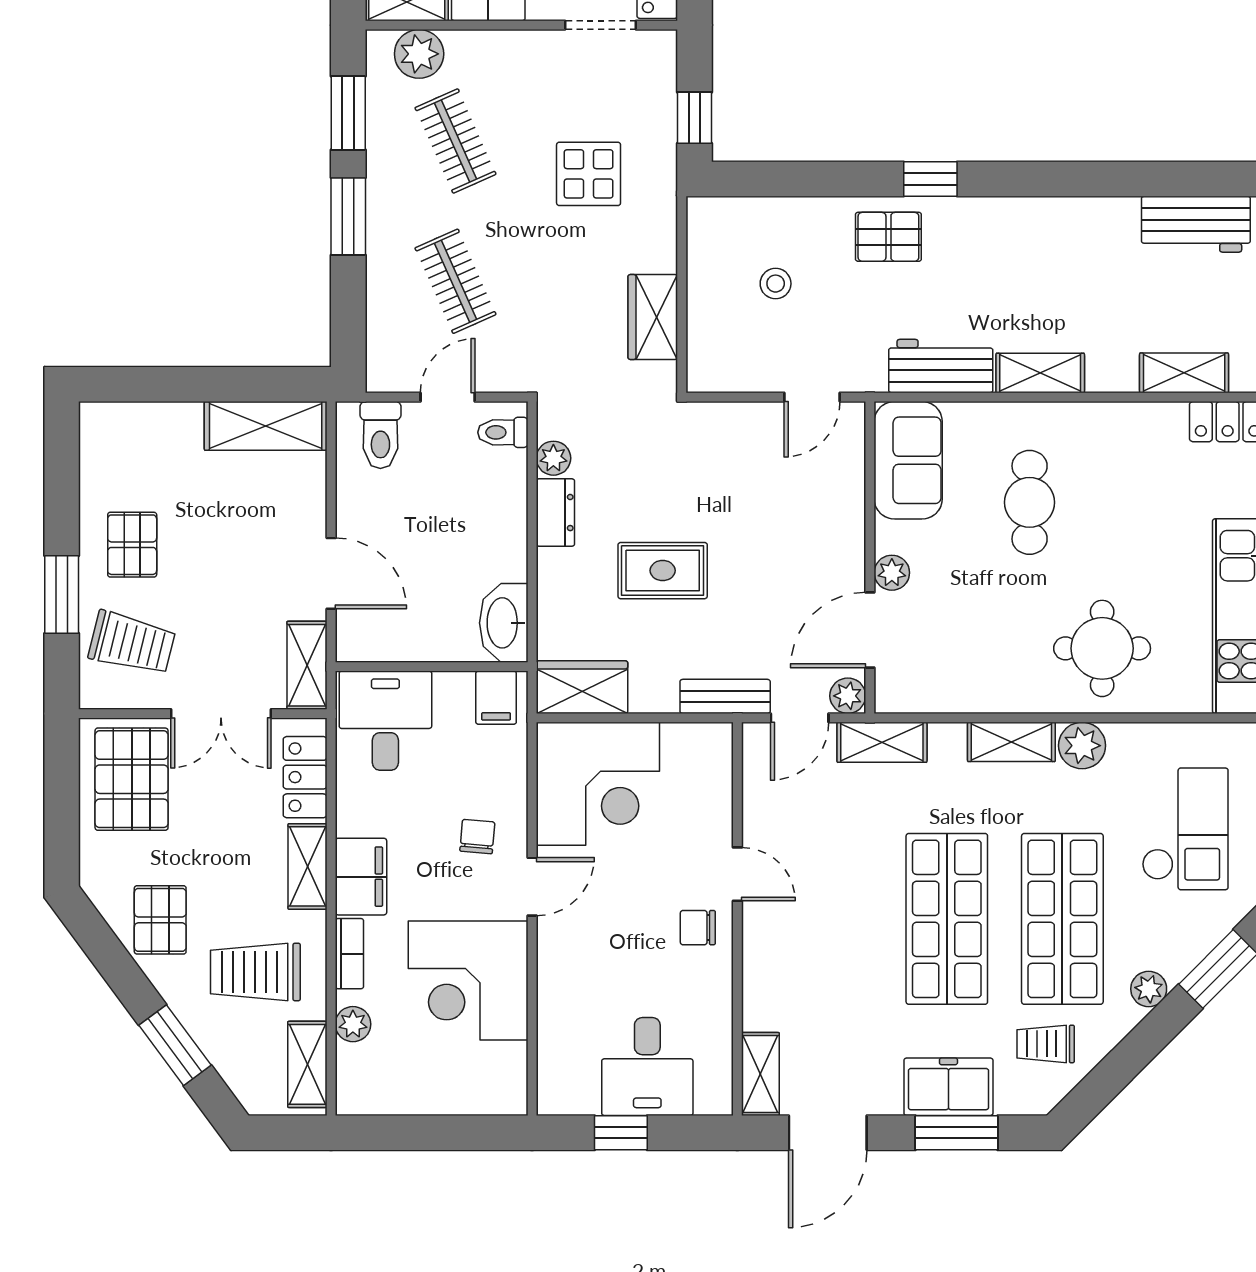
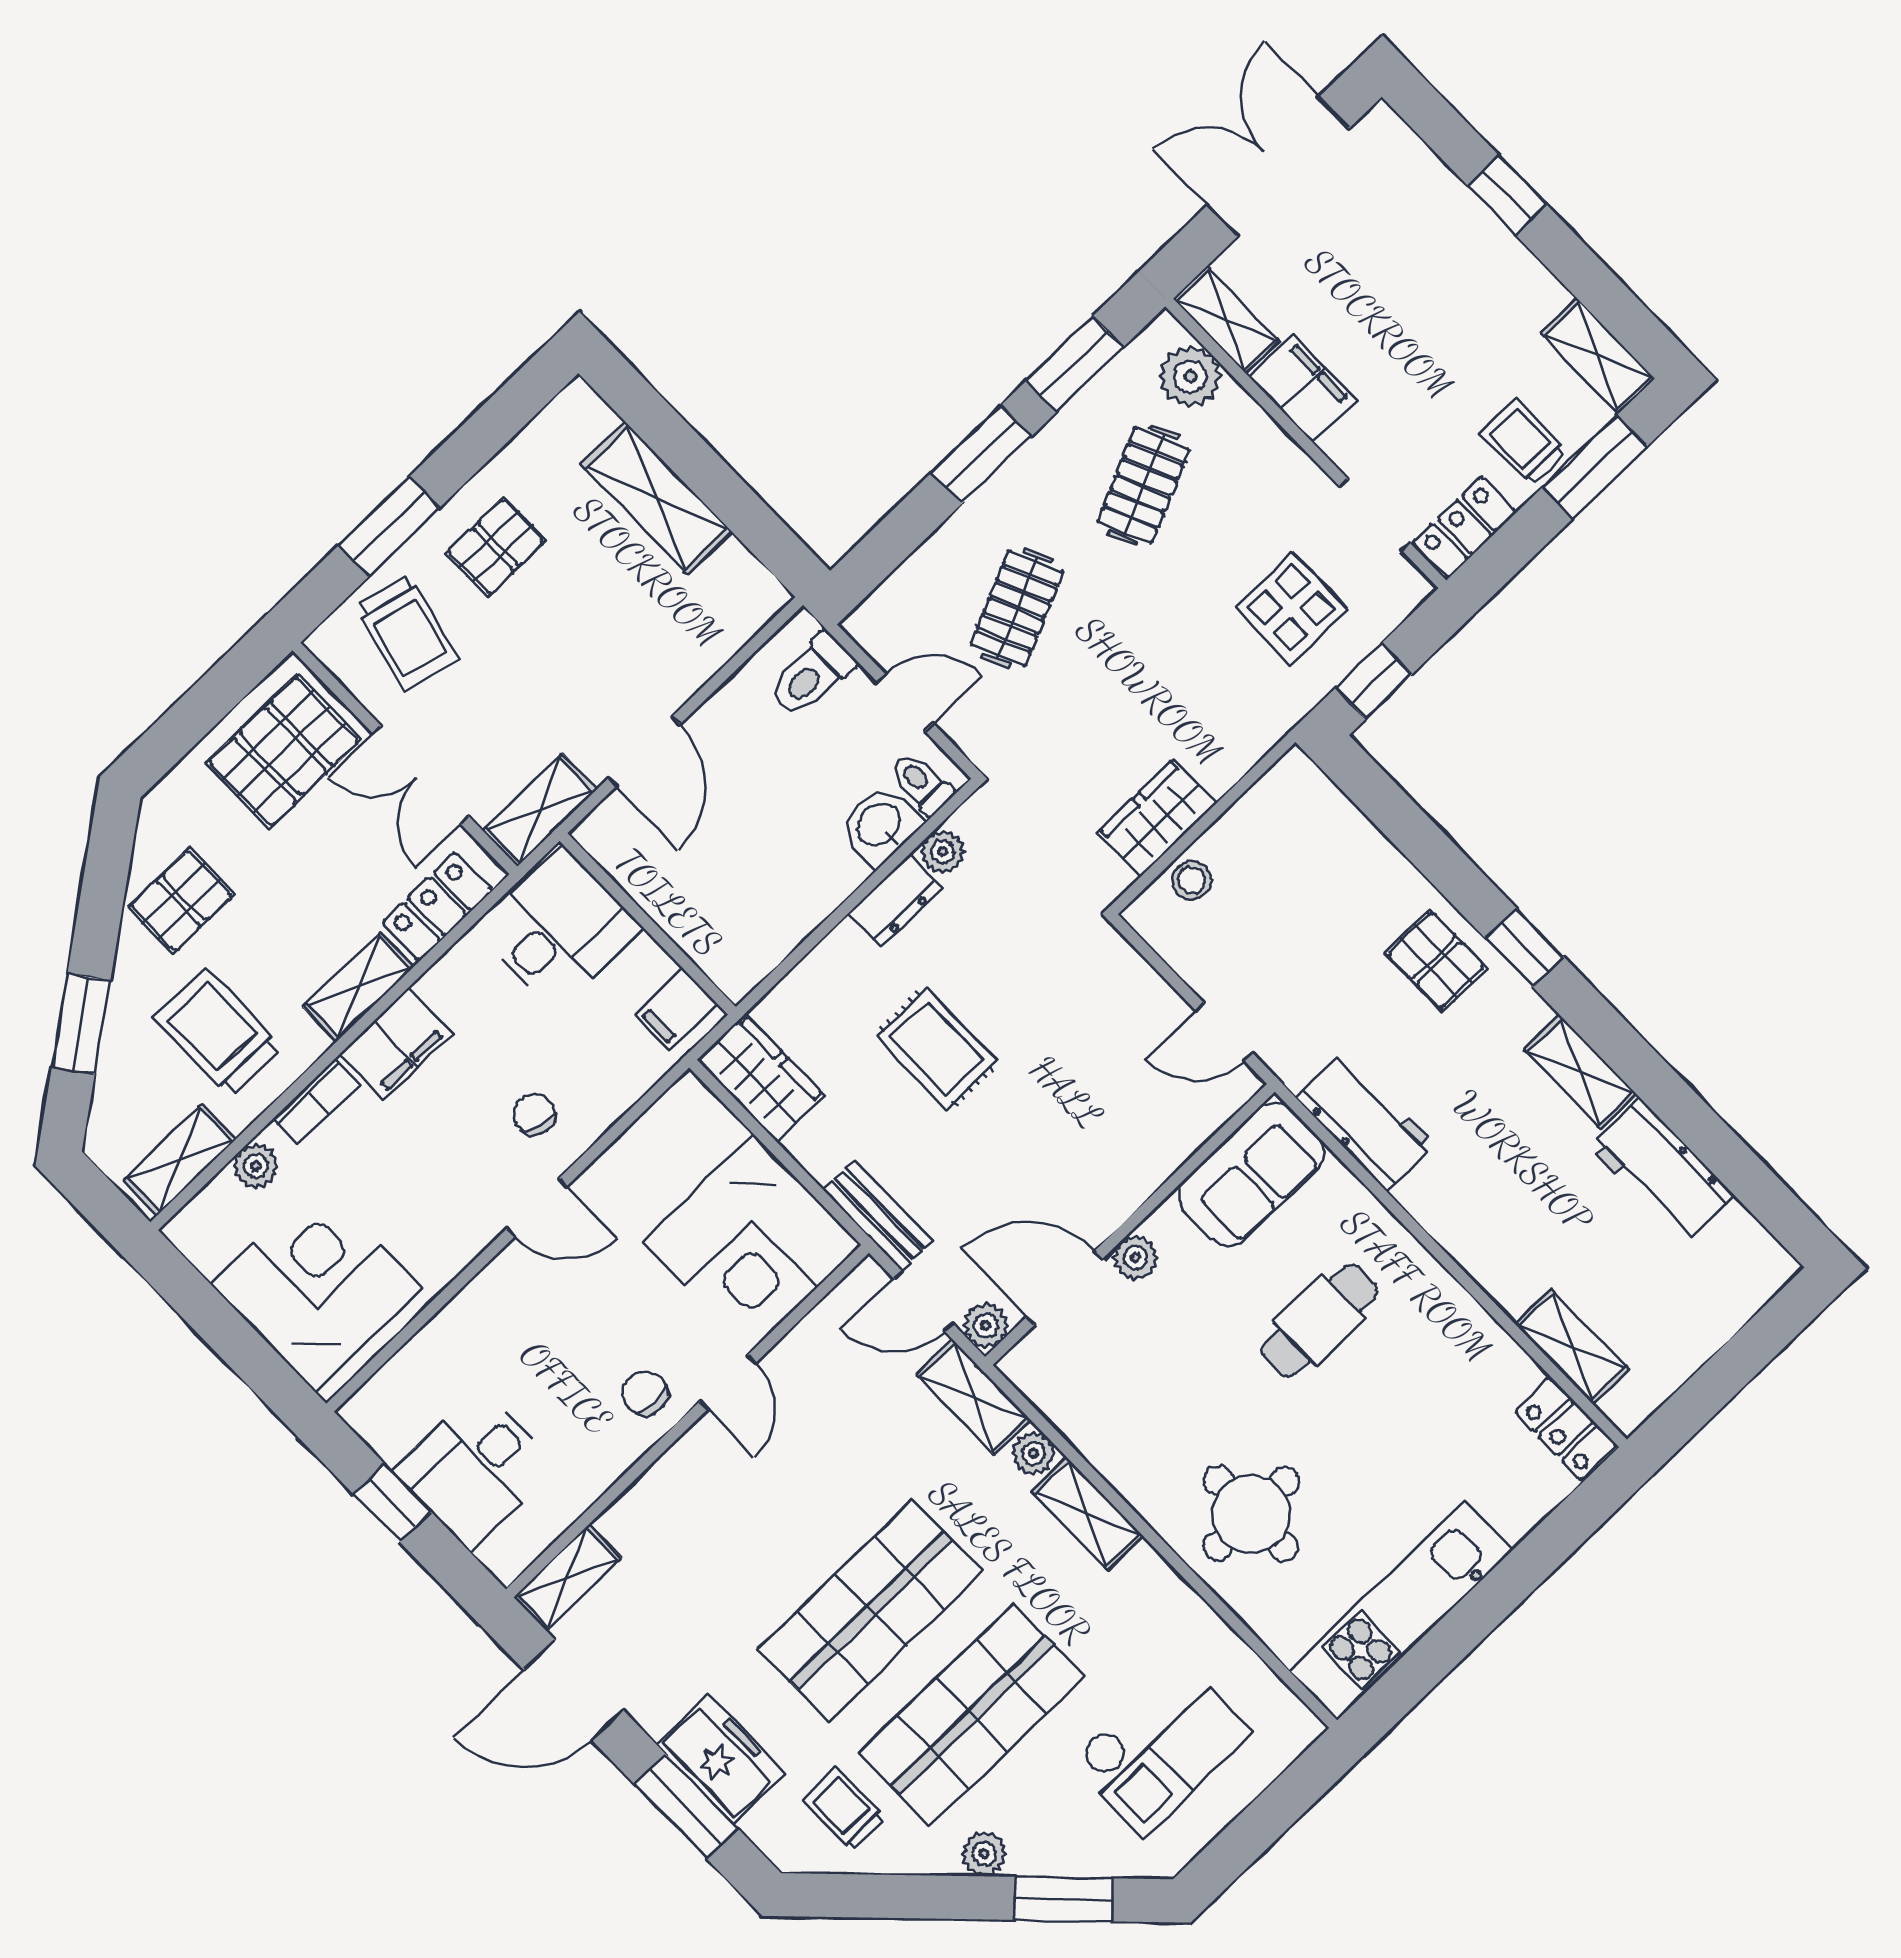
display table: (589, 174) -> (1291, 608), moved
workbench: (1196, 224) -> (1662, 1171), moved
stool: (776, 284) -> (1192, 880), moved
shelving: (1040, 373) -> (1580, 1072), moved
shelving: (266, 426) -> (657, 498), moved
washbasin: (504, 623) -> (880, 825), moved, width x0.72
plant: (1082, 746) -> (1034, 1453), moved, width x0.73, depth x0.73
corner desk: (598, 784) -> (752, 1243), moved
chair: (477, 837) -> (534, 1114), turned -78
corner desk: (468, 981) -> (317, 1286), moved, turned 90

